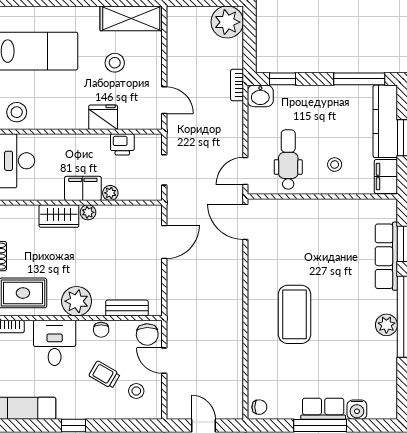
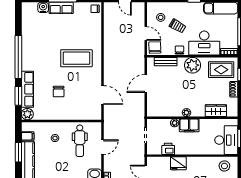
door: (245, 171) -> (103, 147), moved
filing cabinet: (386, 177) -> (28, 136), width x0.50
wardrobe: (59, 216) -> (216, 111), moved
door: (245, 222) -> (103, 95), moved
door: (164, 242) -> (146, 83), moved
chair: (328, 252) -> (59, 91), added
coffee table: (294, 314) -> (76, 58), turned 90
plant: (386, 325) -> (27, 114), moved
desk: (55, 343) -> (204, 43), width x1.37

